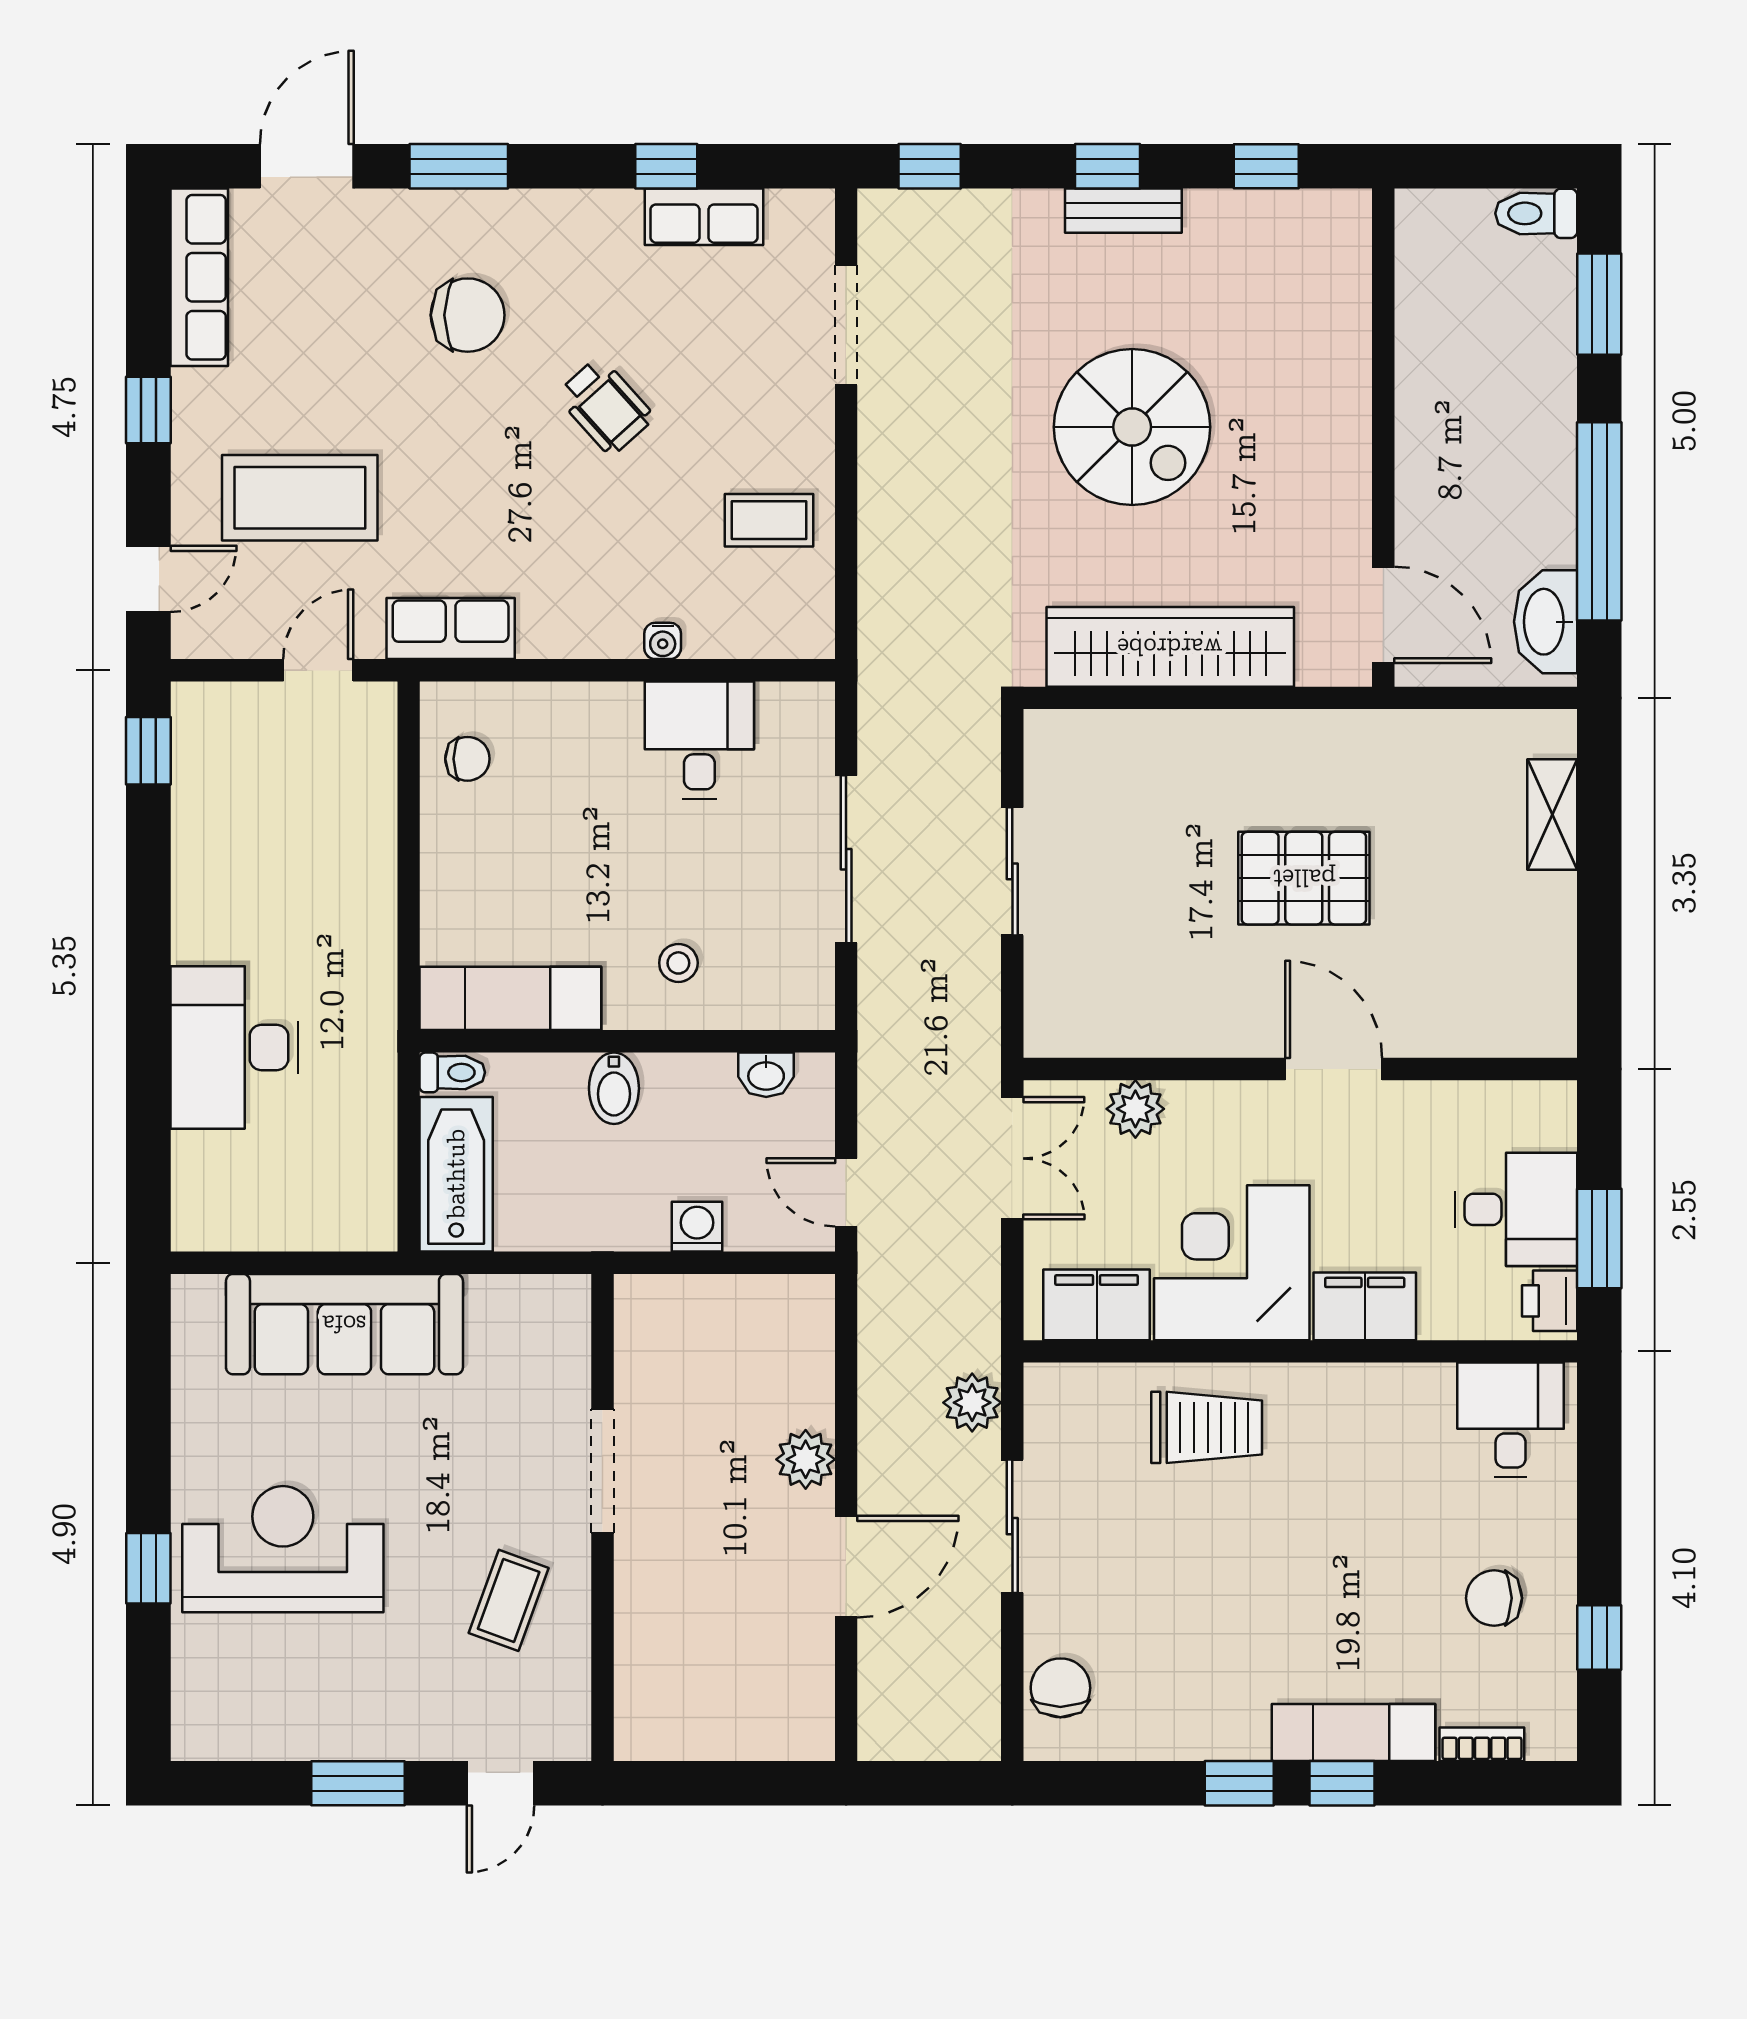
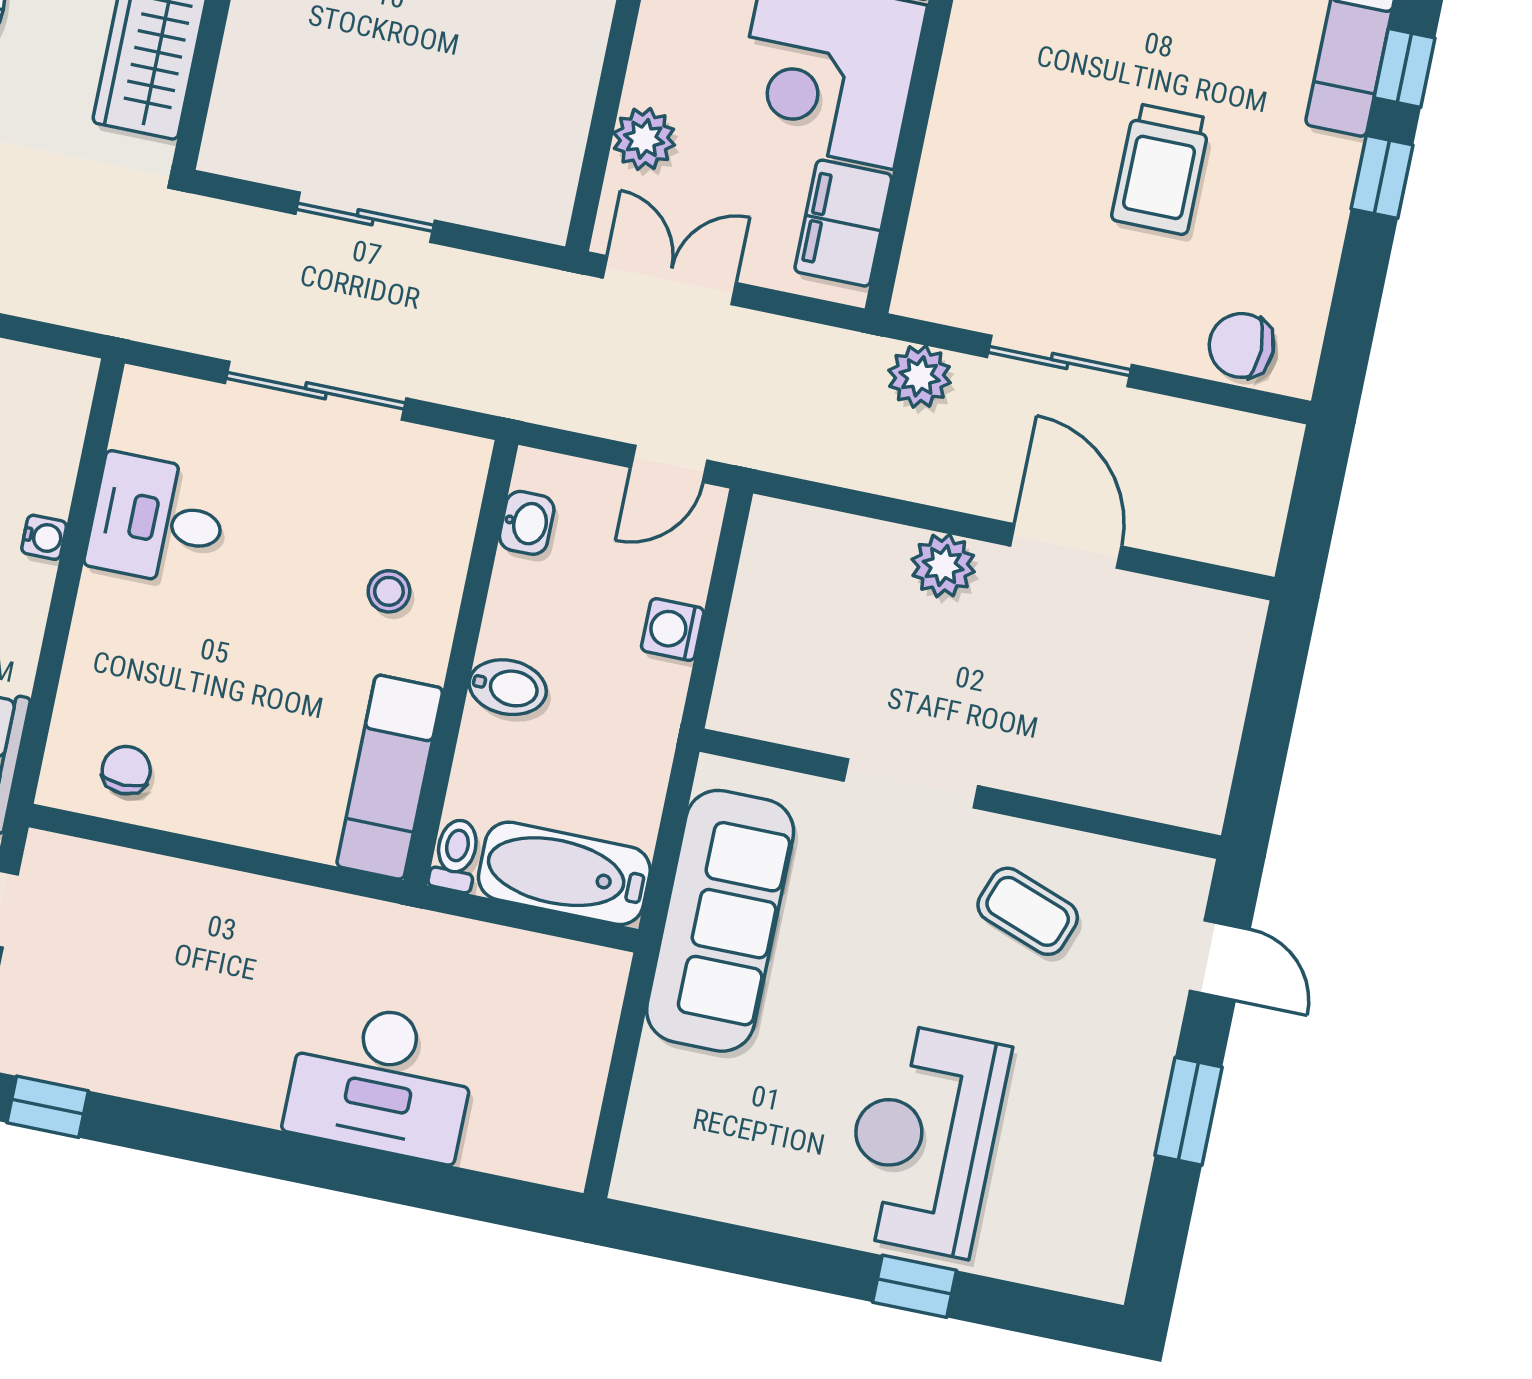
sofa: (344, 1324) -> (720, 921), moved
trolley: (1207, 1427) -> (1161, 169), moved, turned 180

